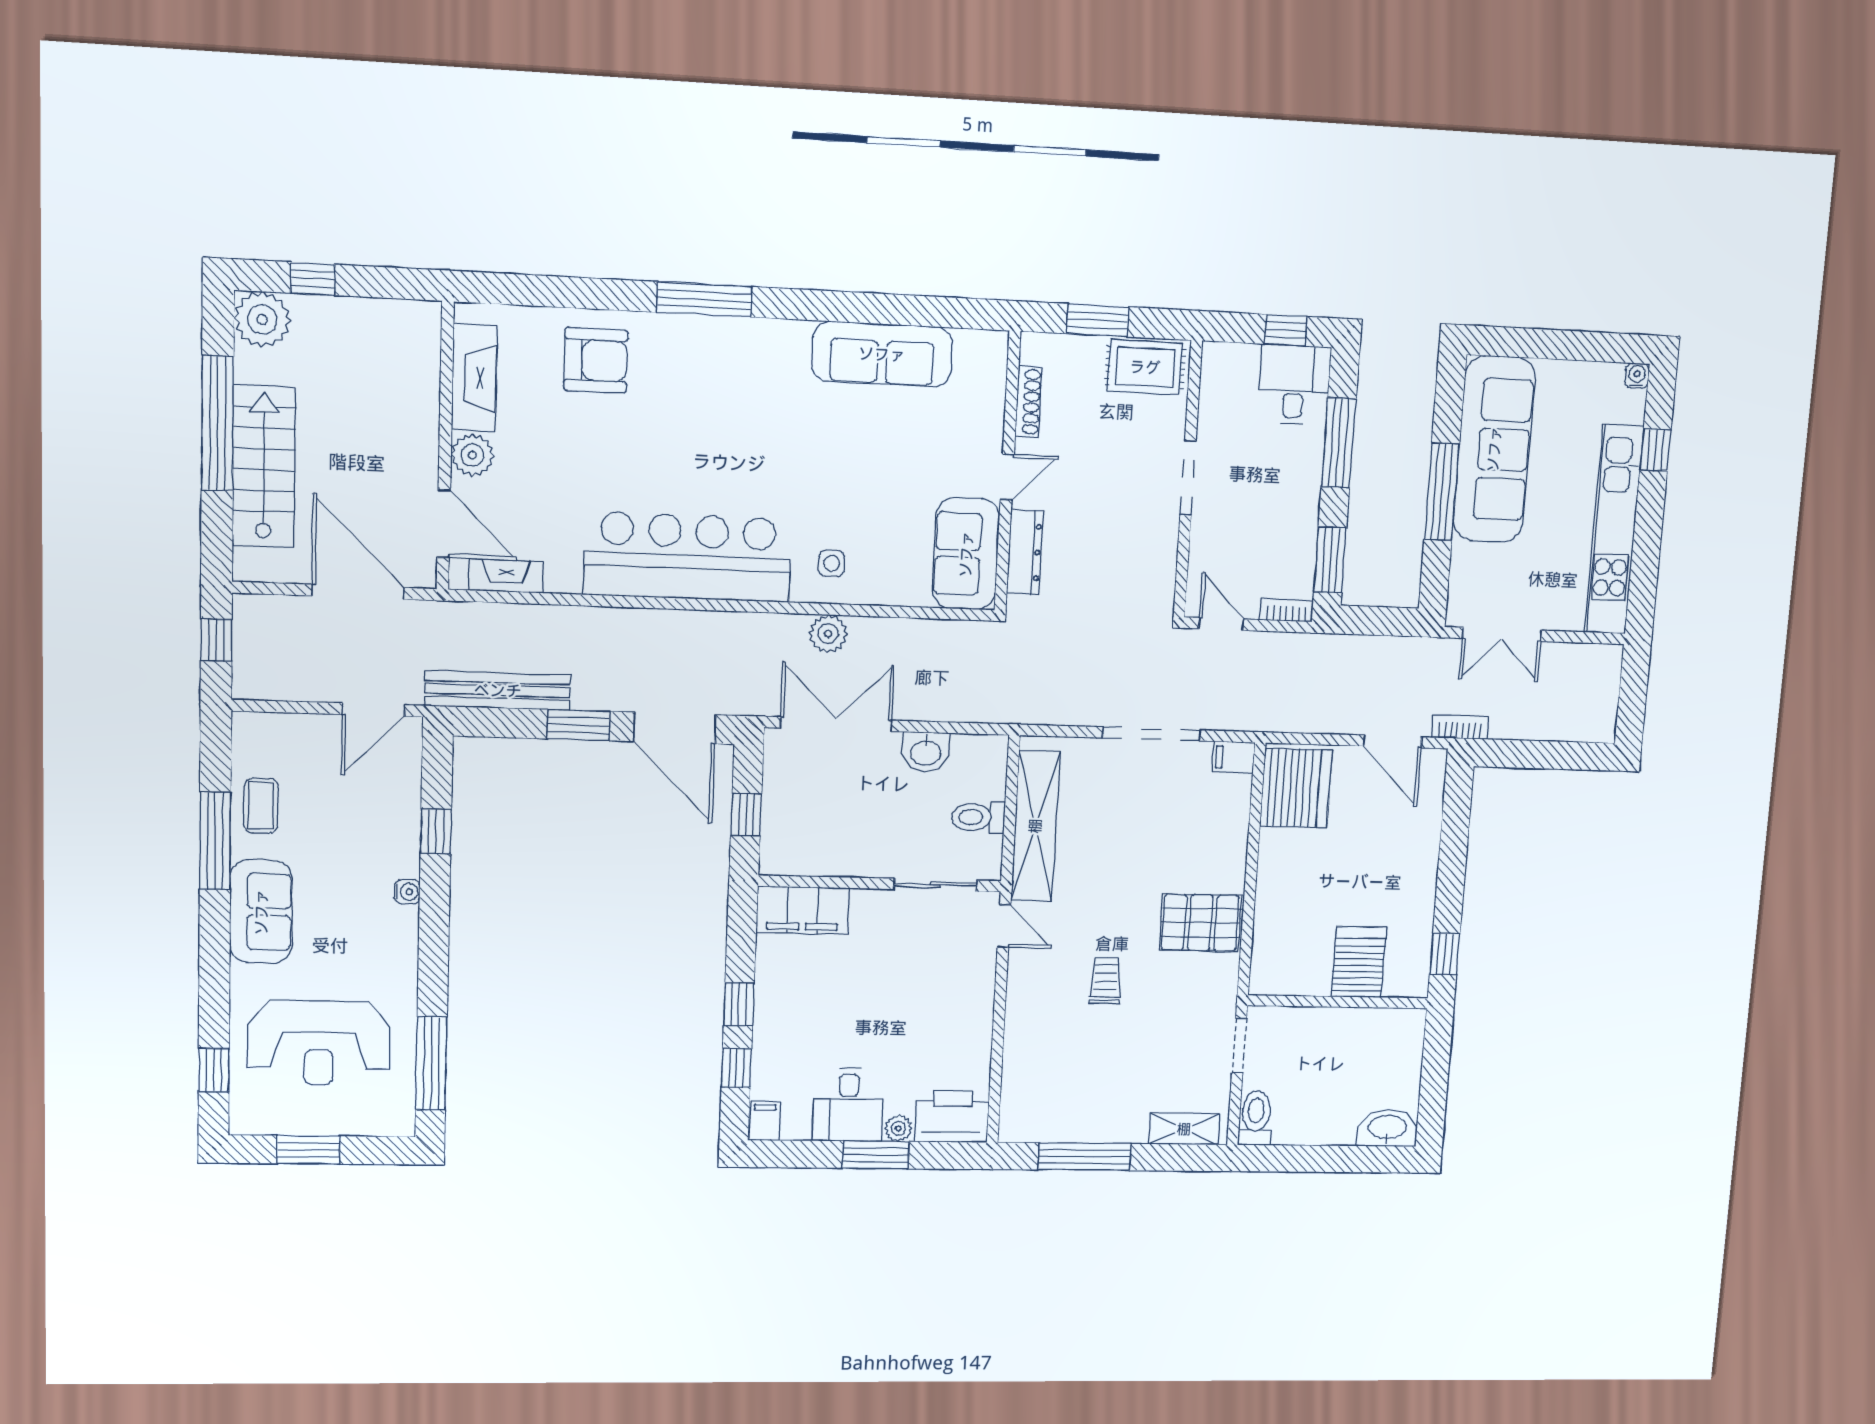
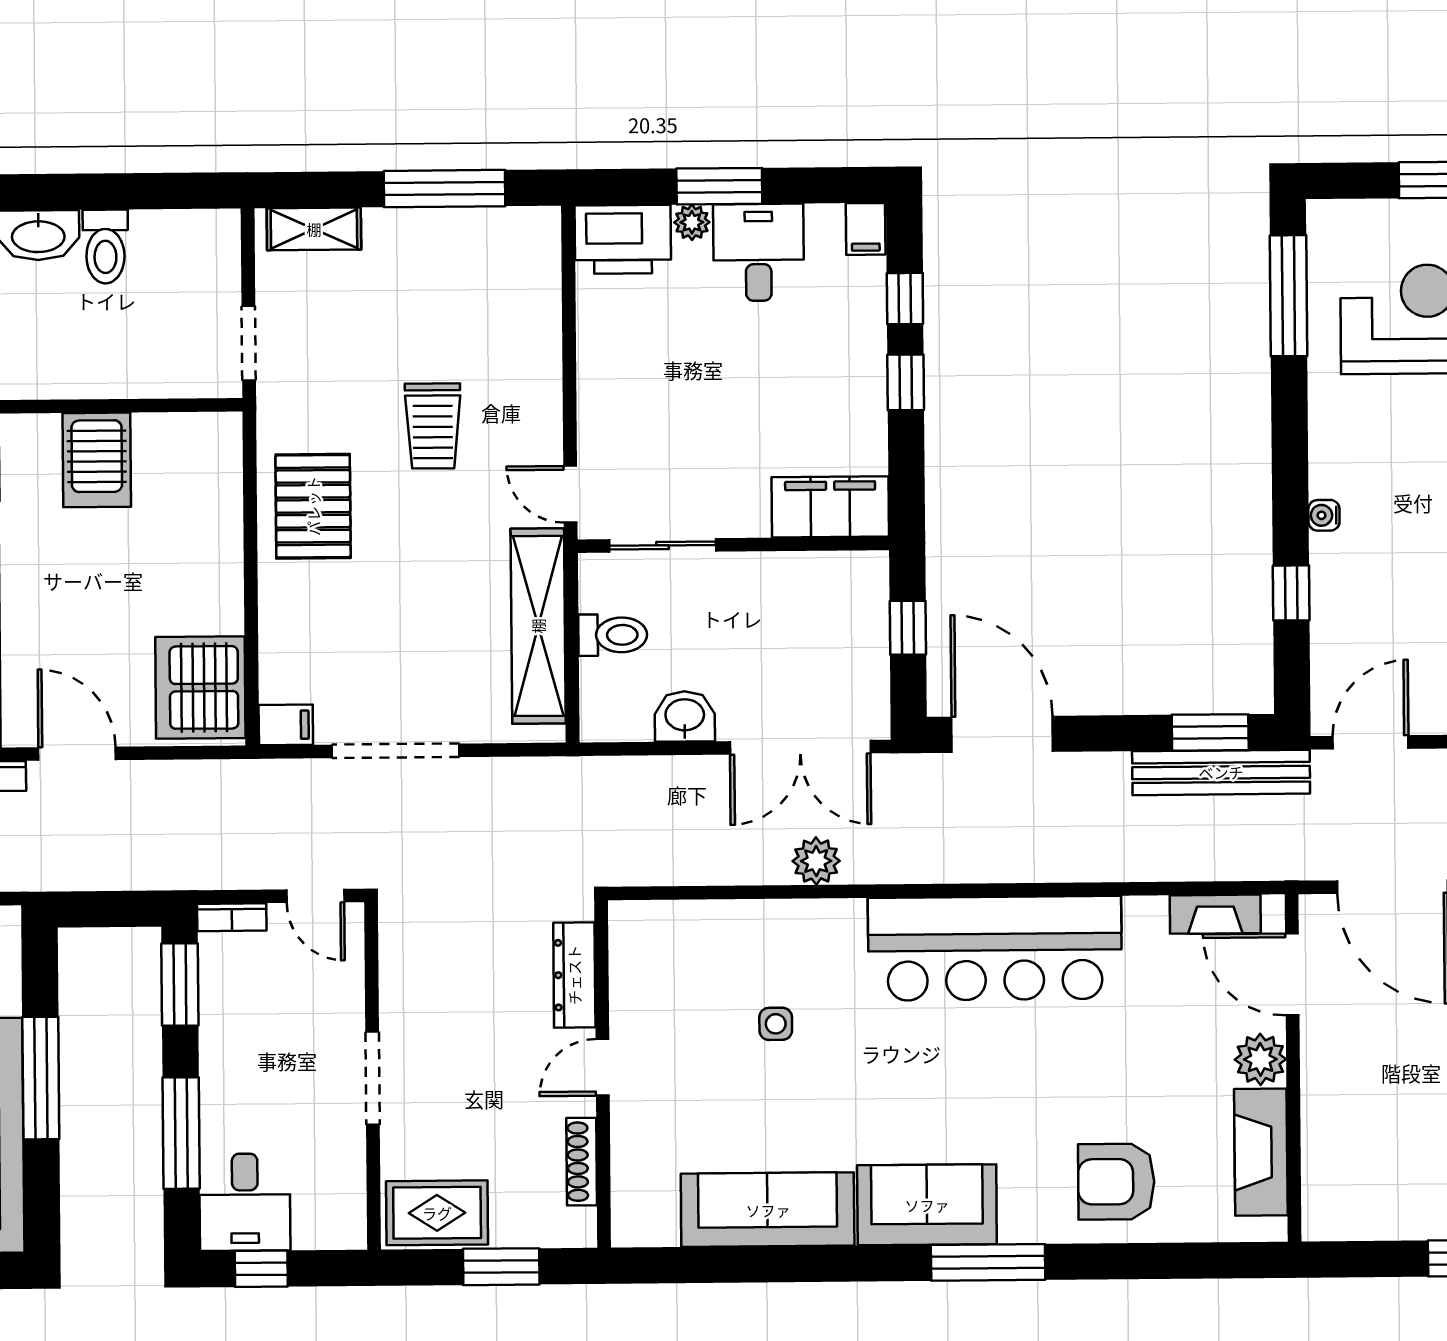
sofa: (966, 554) -> (927, 1205), moved, turned -90
side table: (832, 563) -> (776, 1024), moved
window: (579, 725) -> (1210, 732), moved
pallet: (1200, 923) -> (313, 506), turned 90
trolley: (1106, 981) -> (433, 426), width x1.36, depth x1.39
toilet: (1256, 1118) -> (105, 247), moved

